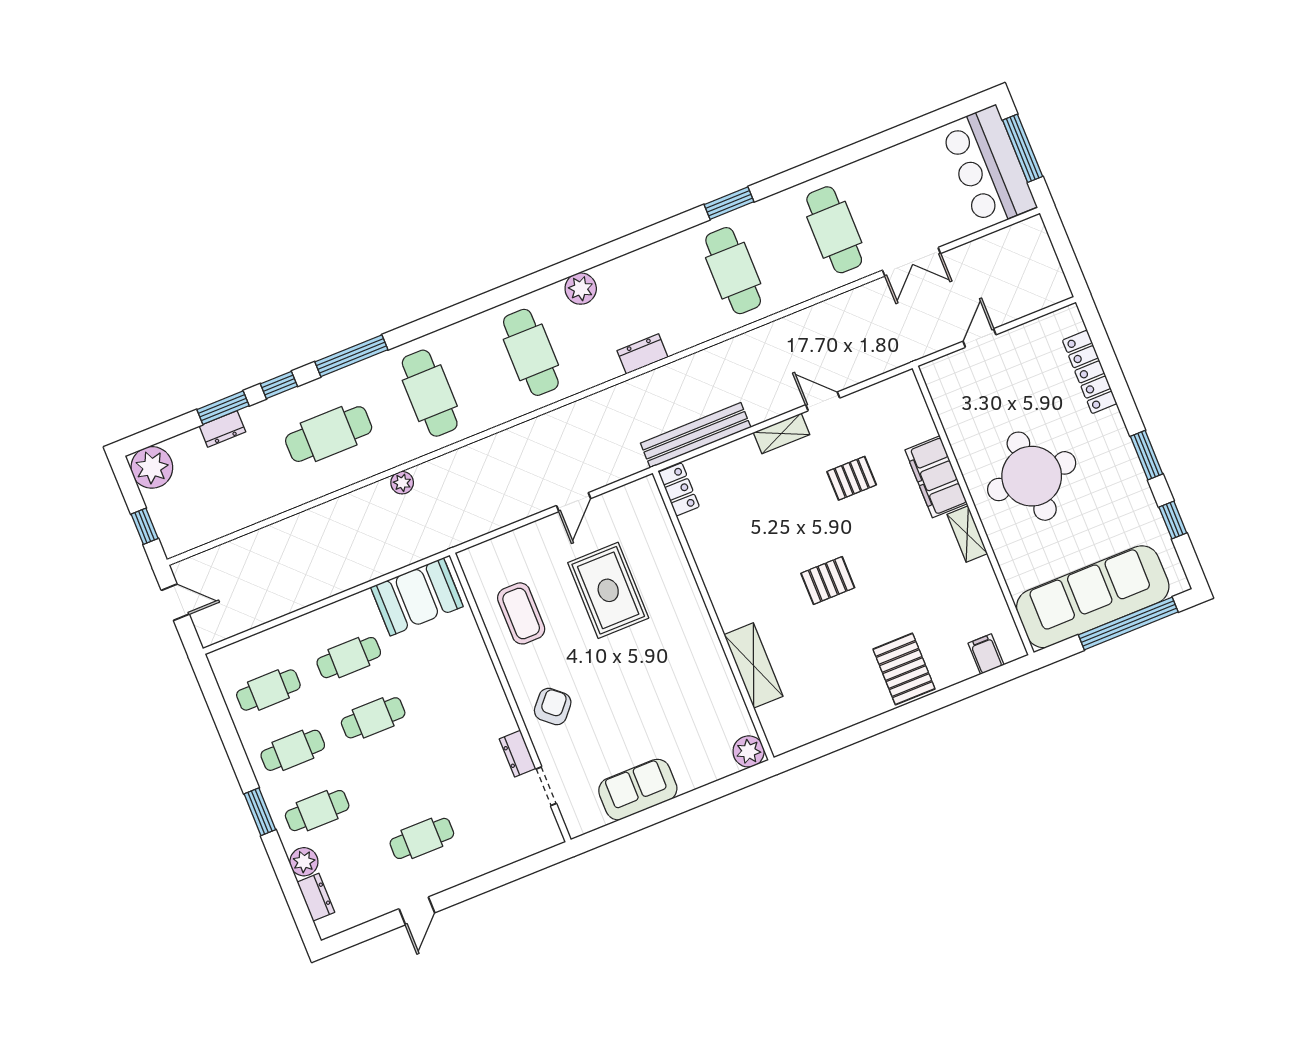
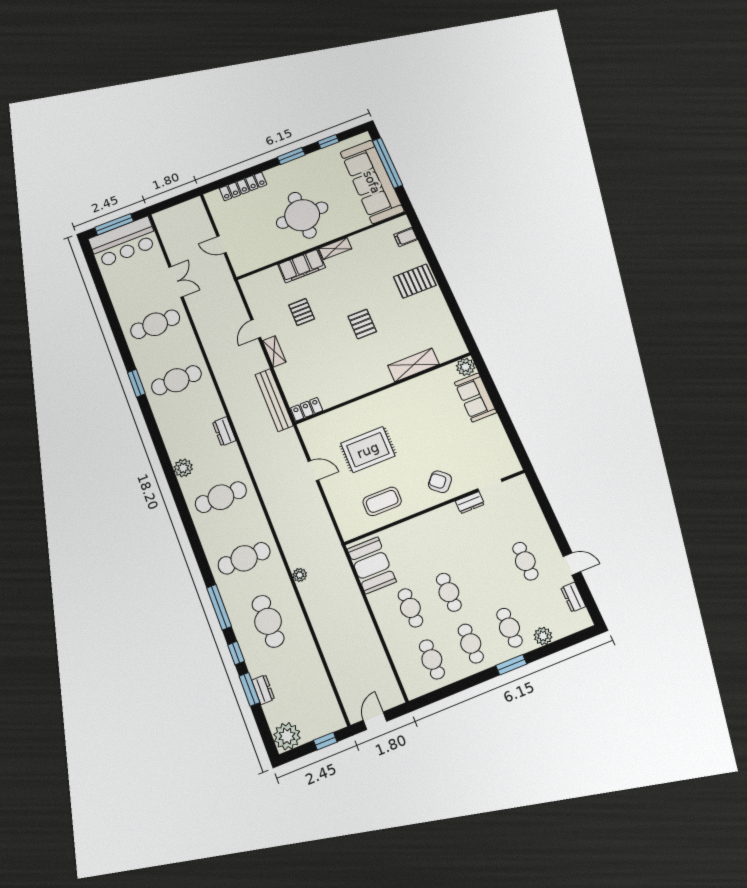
sofa: (638, 790) -> (475, 397), moved
dresser: (316, 897) -> (573, 597), moved, turned -90

